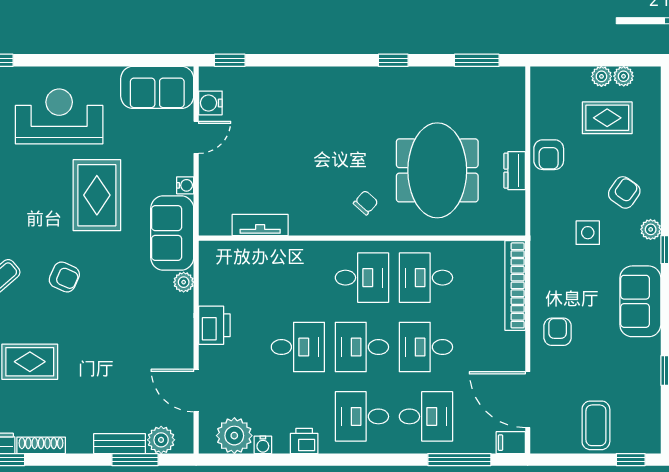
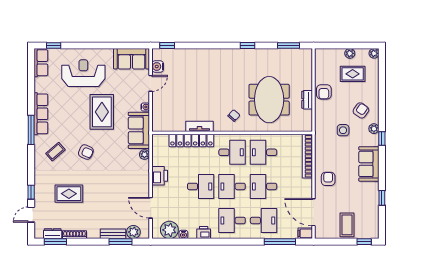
plant: (624, 76) -> (374, 53), moved
tv unit: (260, 225) -> (200, 126), moved
locker: (279, 254) -> (191, 141), added

